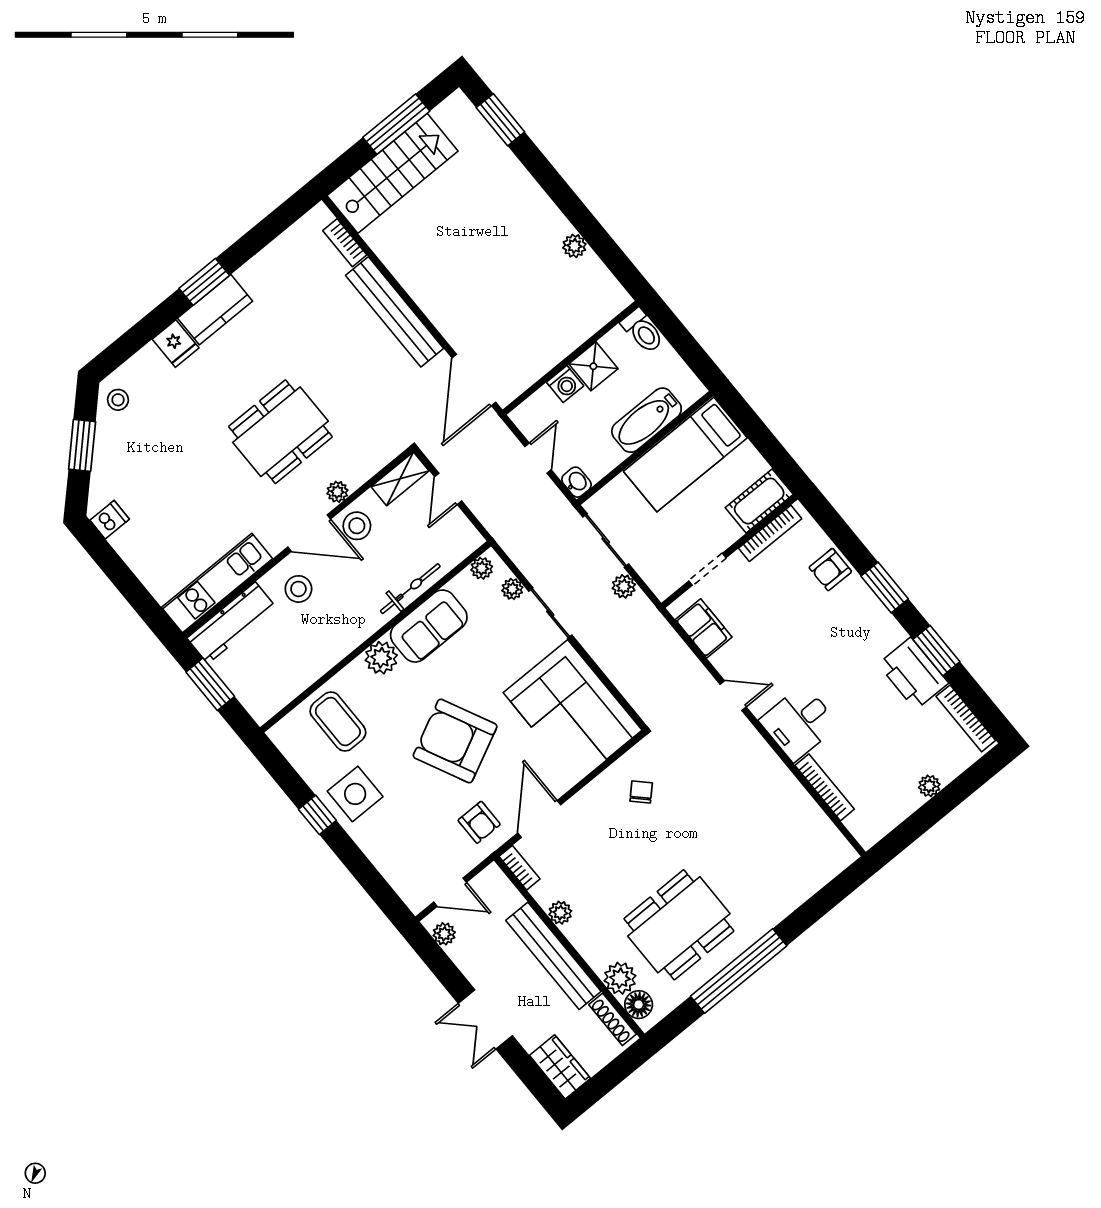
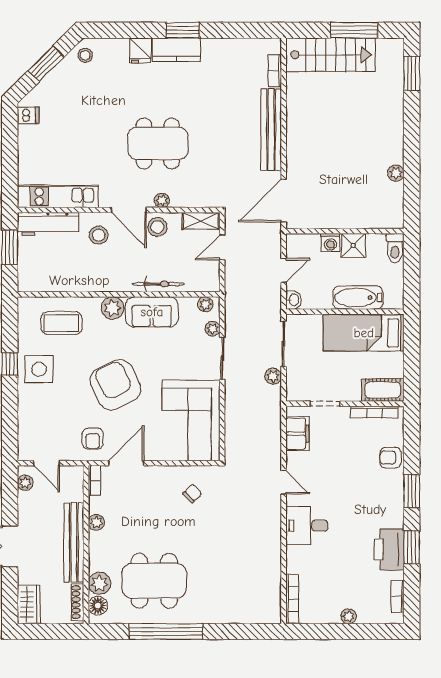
bookcase: (966, 718) -> (398, 596), width x0.64
coffee table: (338, 722) -> (62, 323), turned 90
bookcase: (825, 787) -> (292, 599), moved

